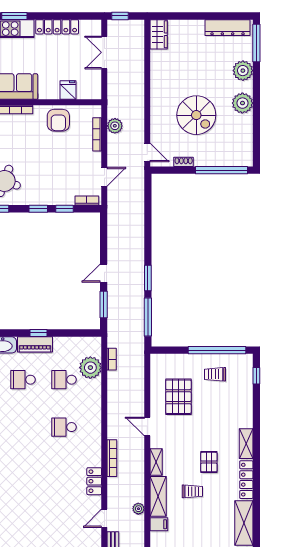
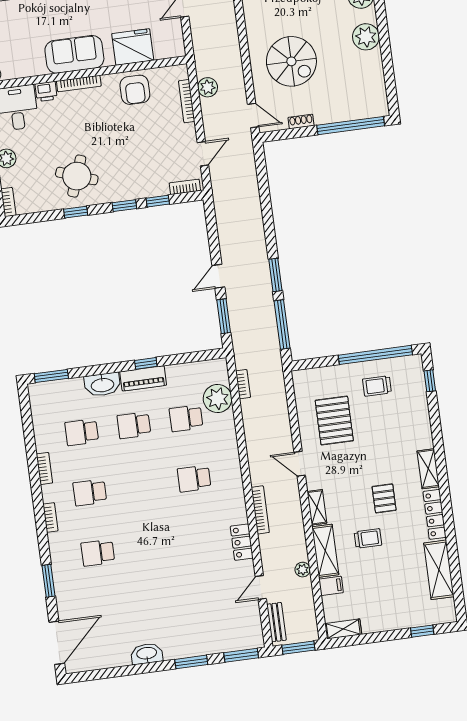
fridge: (68, 90) -> (133, 47), width x1.88, depth x1.34
spiral stairs: (196, 115) -> (291, 61), moved

